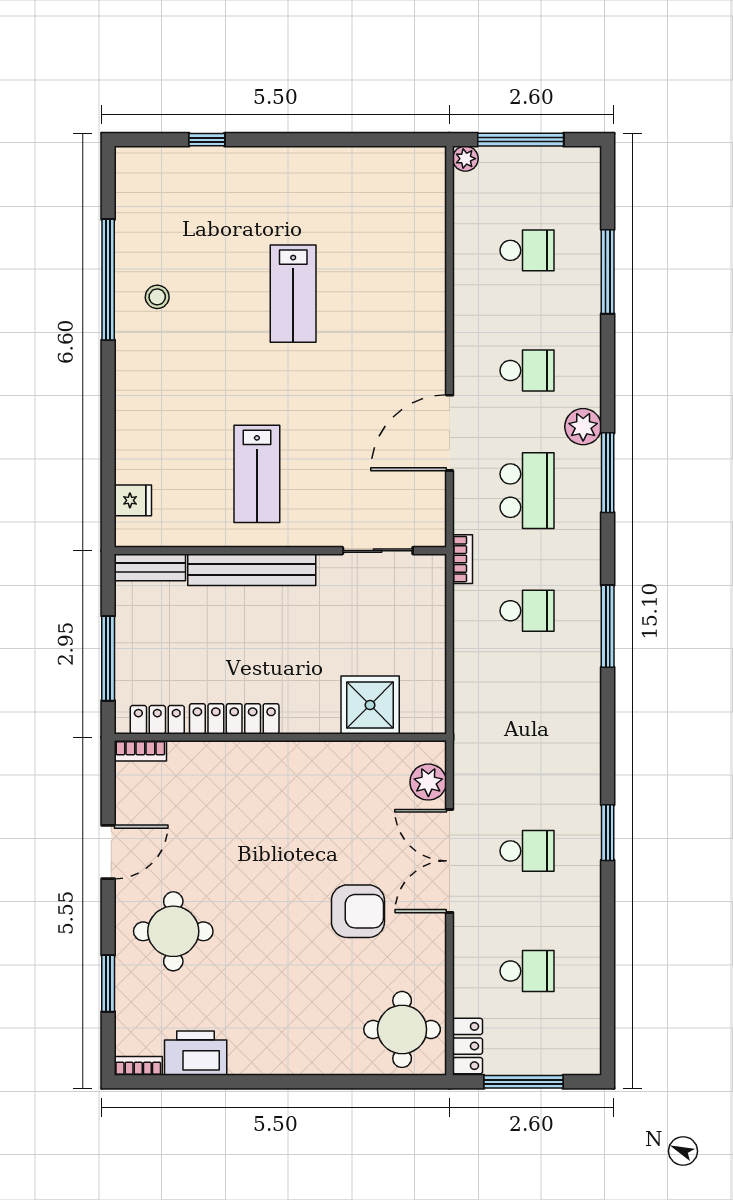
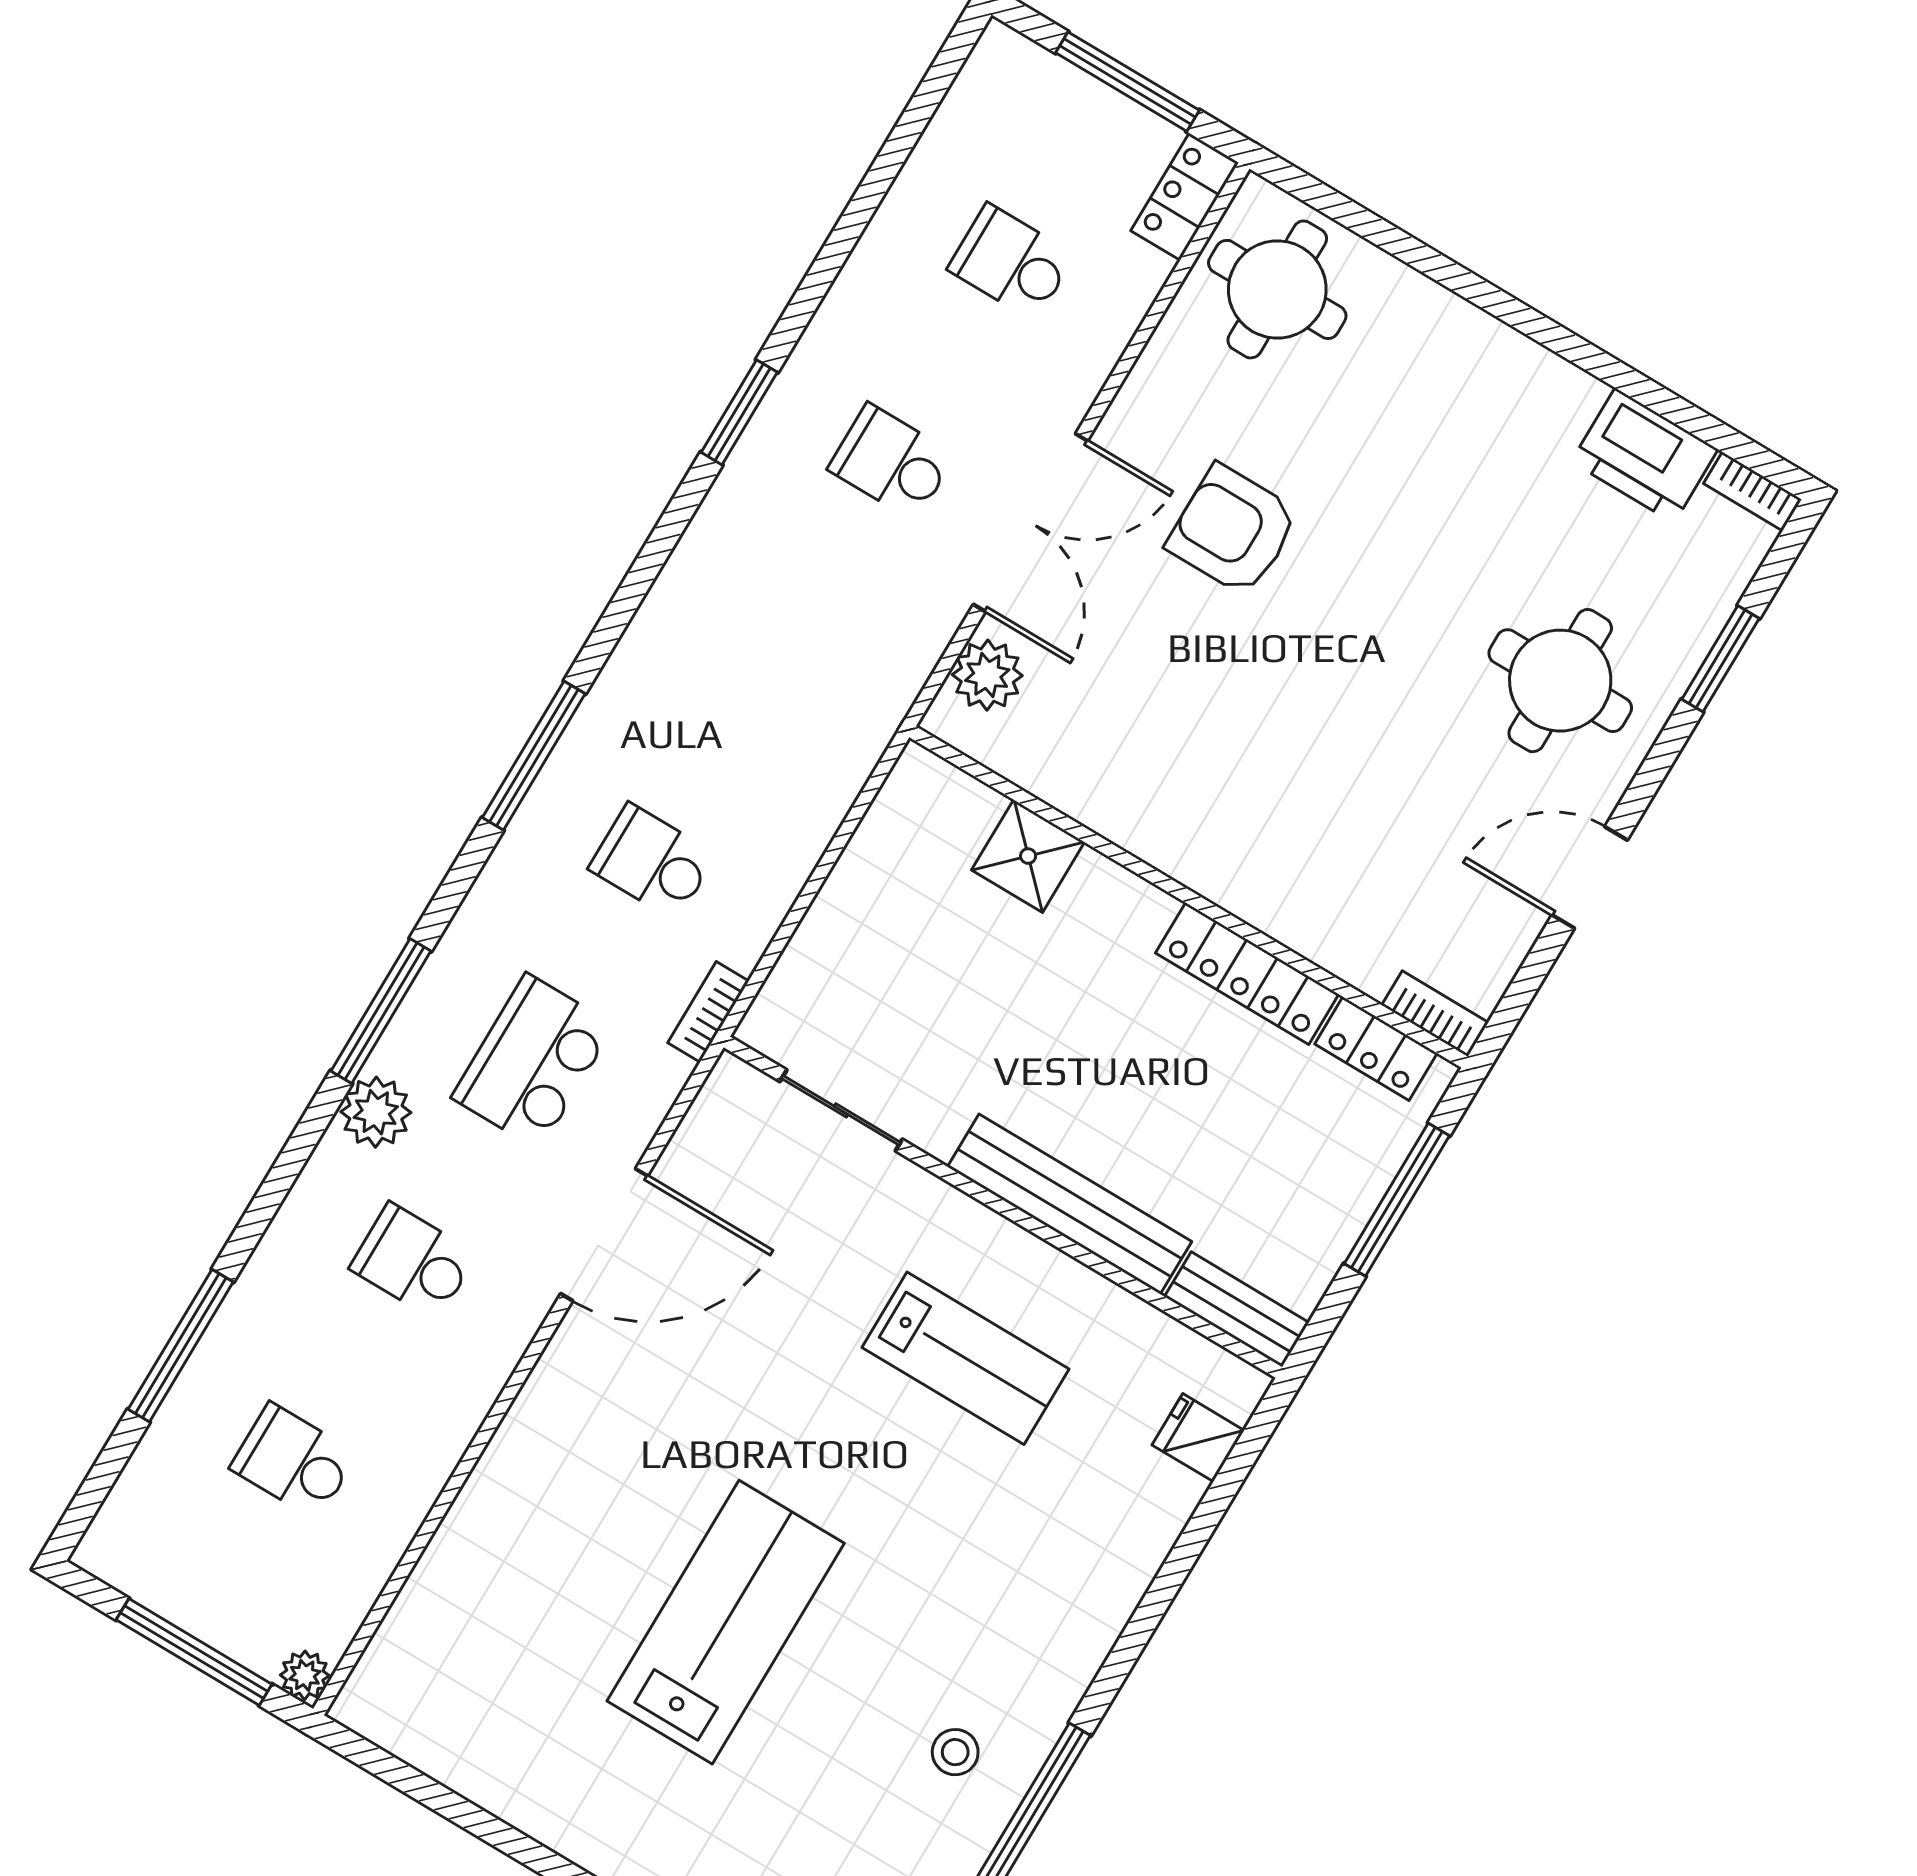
lab bench: (293, 294) -> (726, 1622), width x1.36, depth x1.39
lab bench: (257, 474) -> (965, 1358), turned 90
shower: (370, 705) -> (1028, 856), width x0.73, depth x0.73

